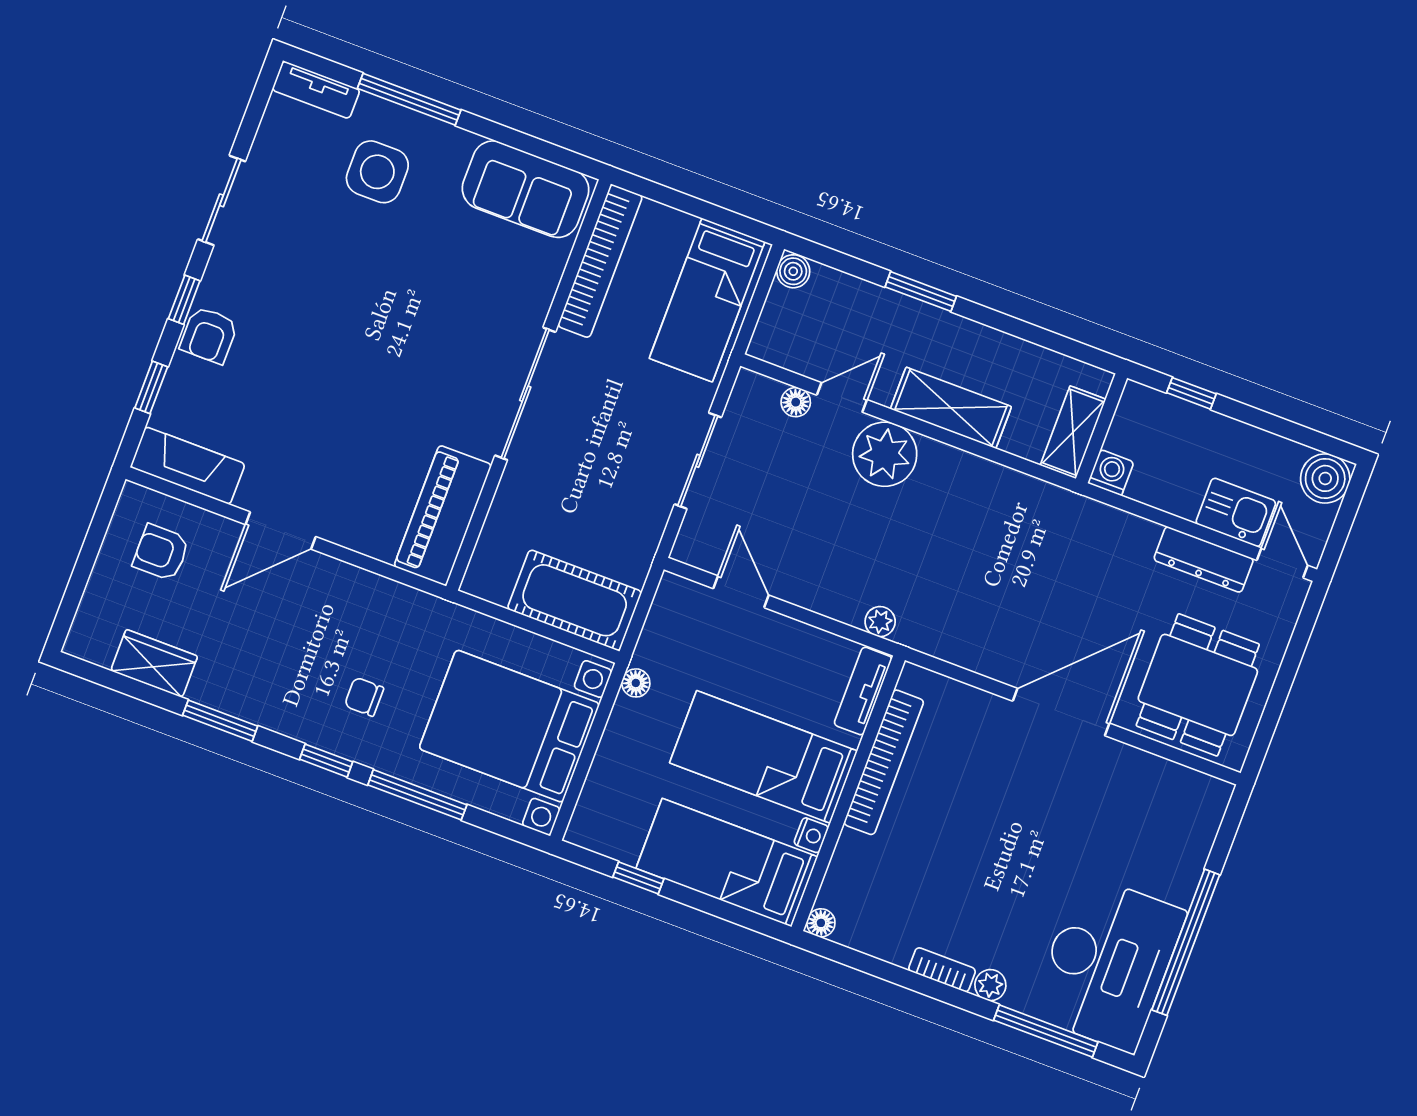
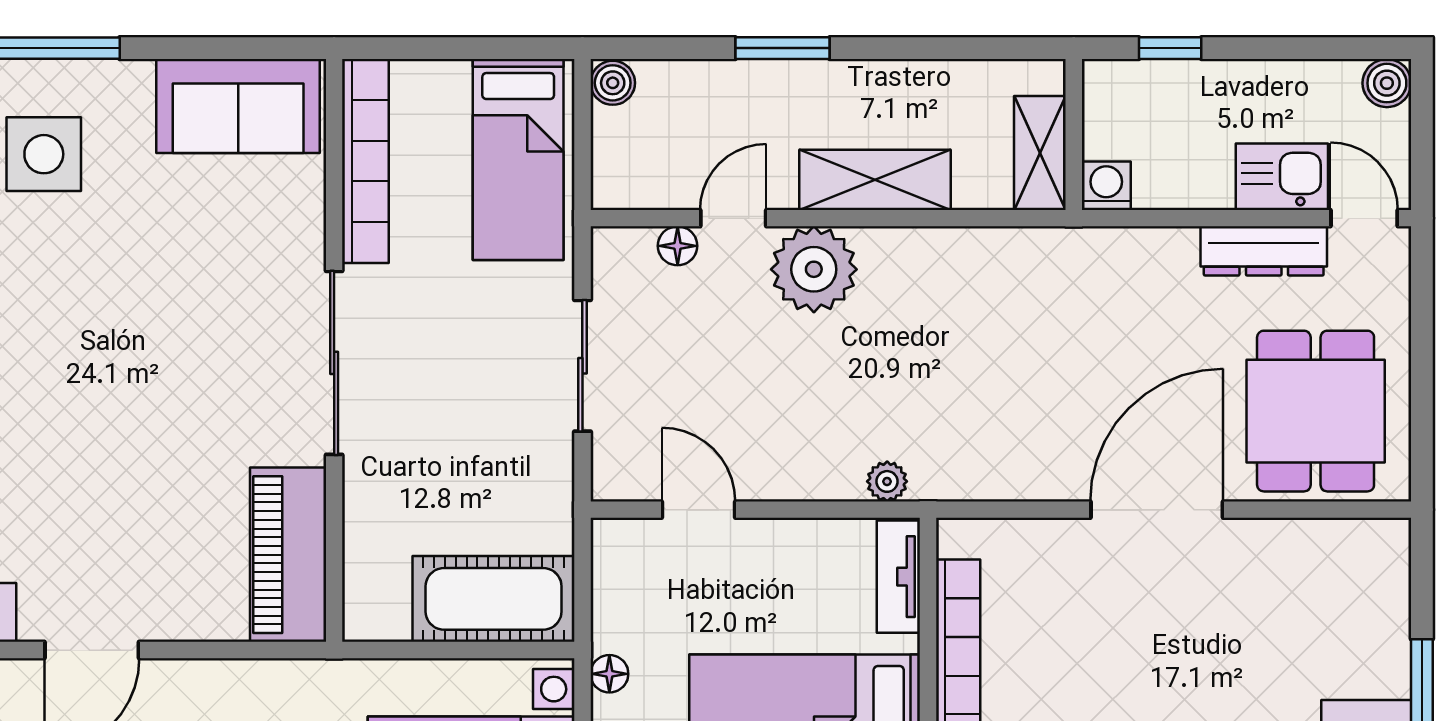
boiler: (1325, 478) -> (1387, 83), width x0.73, depth x0.73

